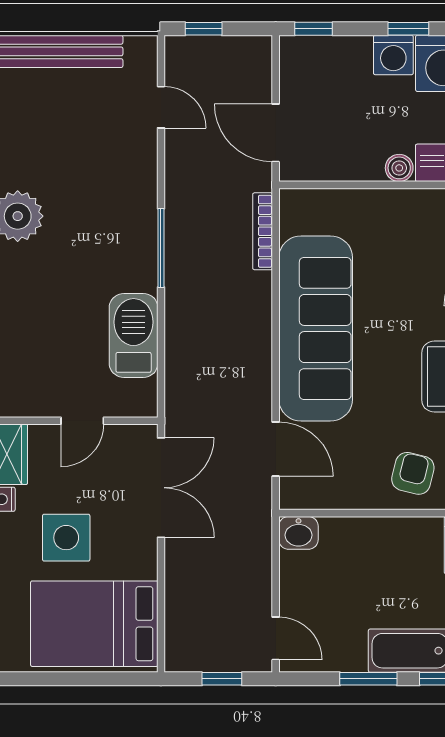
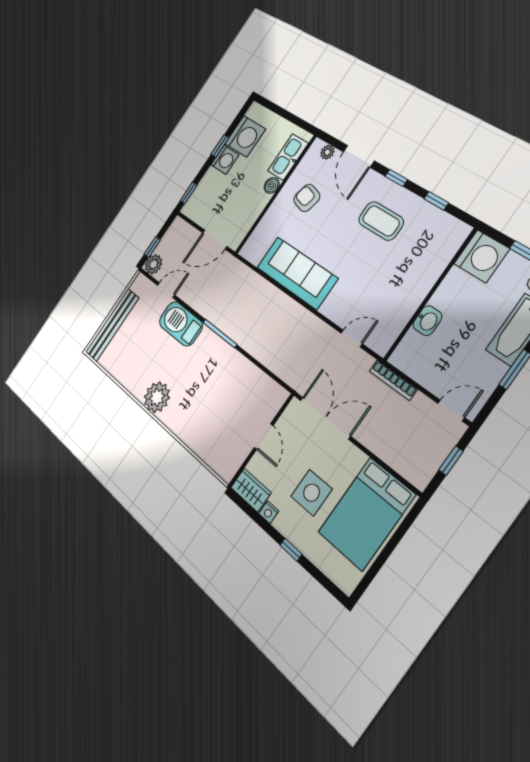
plant: (182, 53) -> (154, 264), added
bookcase: (263, 231) -> (393, 380), moved
sofa: (316, 329) -> (297, 273), width x0.74, depth x0.79
barbecue: (134, 335) -> (181, 324), moved
door: (276, 449) -> (352, 339), width x0.73
armchair: (413, 473) -> (307, 198), moved
washbasin: (298, 533) -> (427, 321), moved

